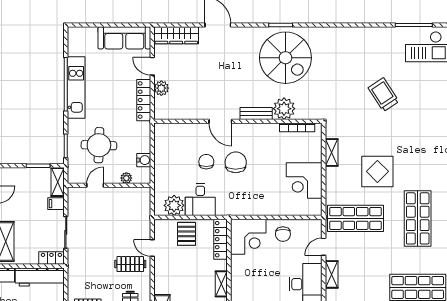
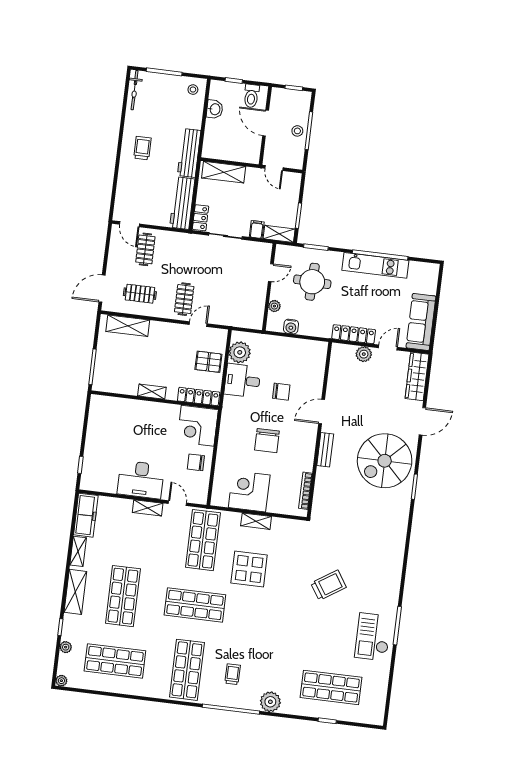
spiral stairs: (285, 58) -> (385, 461), moved
plant: (284, 109) -> (327, 480), removed
shelving: (332, 152) -> (256, 521), moved
chair: (236, 162) -> (267, 441), moved, turned 90
door: (95, 185) -> (271, 273), hinge flipped

